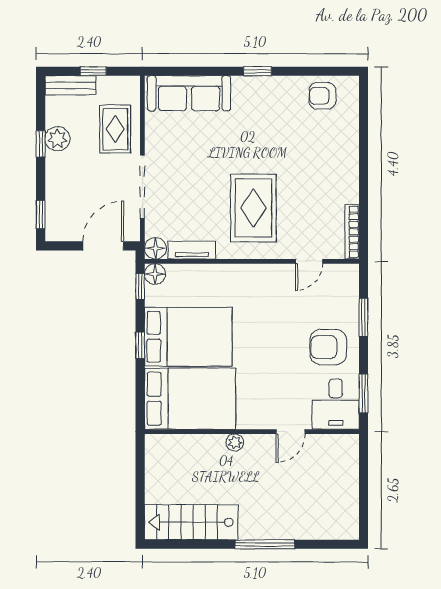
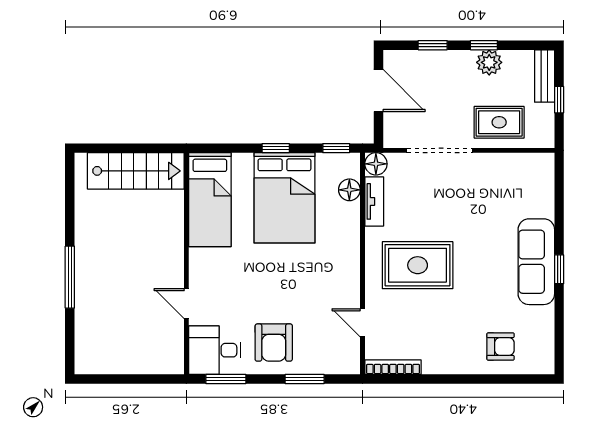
sofa: (189, 93) -> (536, 262), moved
armchair: (322, 96) -> (501, 346), moved, turned 90
window: (41, 215) -> (433, 45), moved
door: (103, 246) -> (378, 91), moved
floor lamp: (155, 274) -> (349, 190), moved
armchair: (328, 347) -> (274, 343), turned 180
bed: (190, 399) -> (210, 200), width x0.67
plant: (235, 442) -> (175, 246), removed
stairs: (191, 522) -> (136, 171), moved, turned 90

